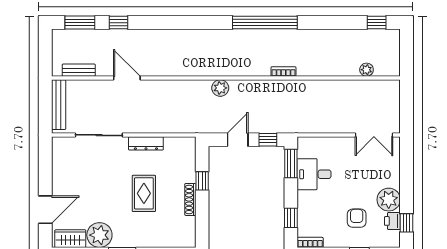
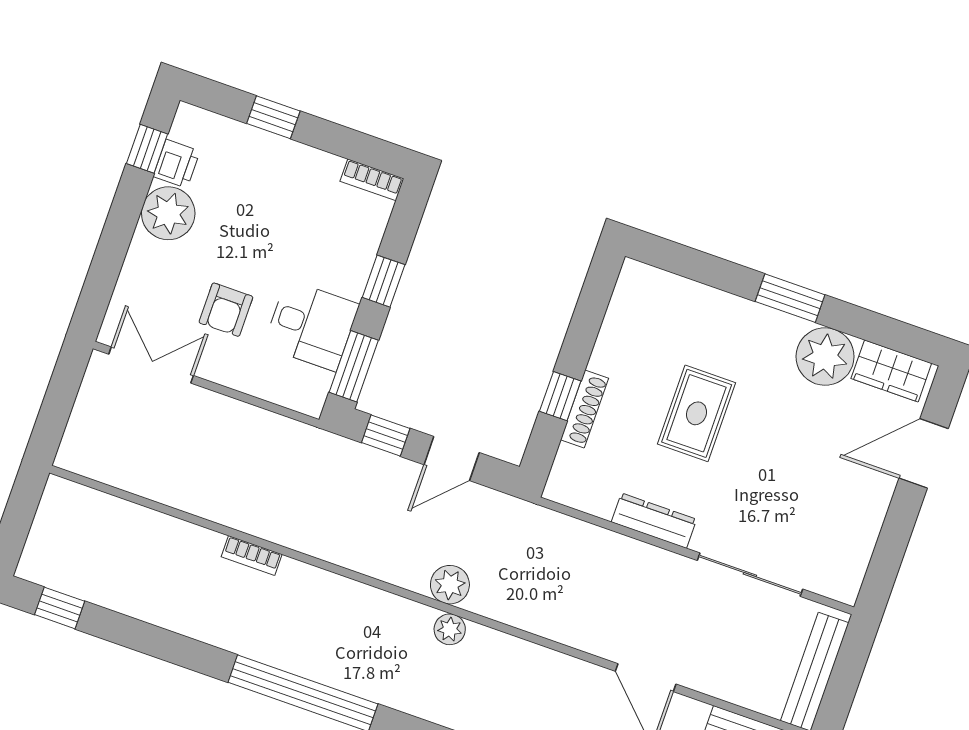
plant: (367, 70) -> (450, 629), moved
bookcase: (283, 72) -> (252, 556), moved
shoe rack: (190, 199) -> (584, 409), moved
window: (291, 218) -> (384, 281), moved
armchair: (357, 218) -> (226, 310), moved

